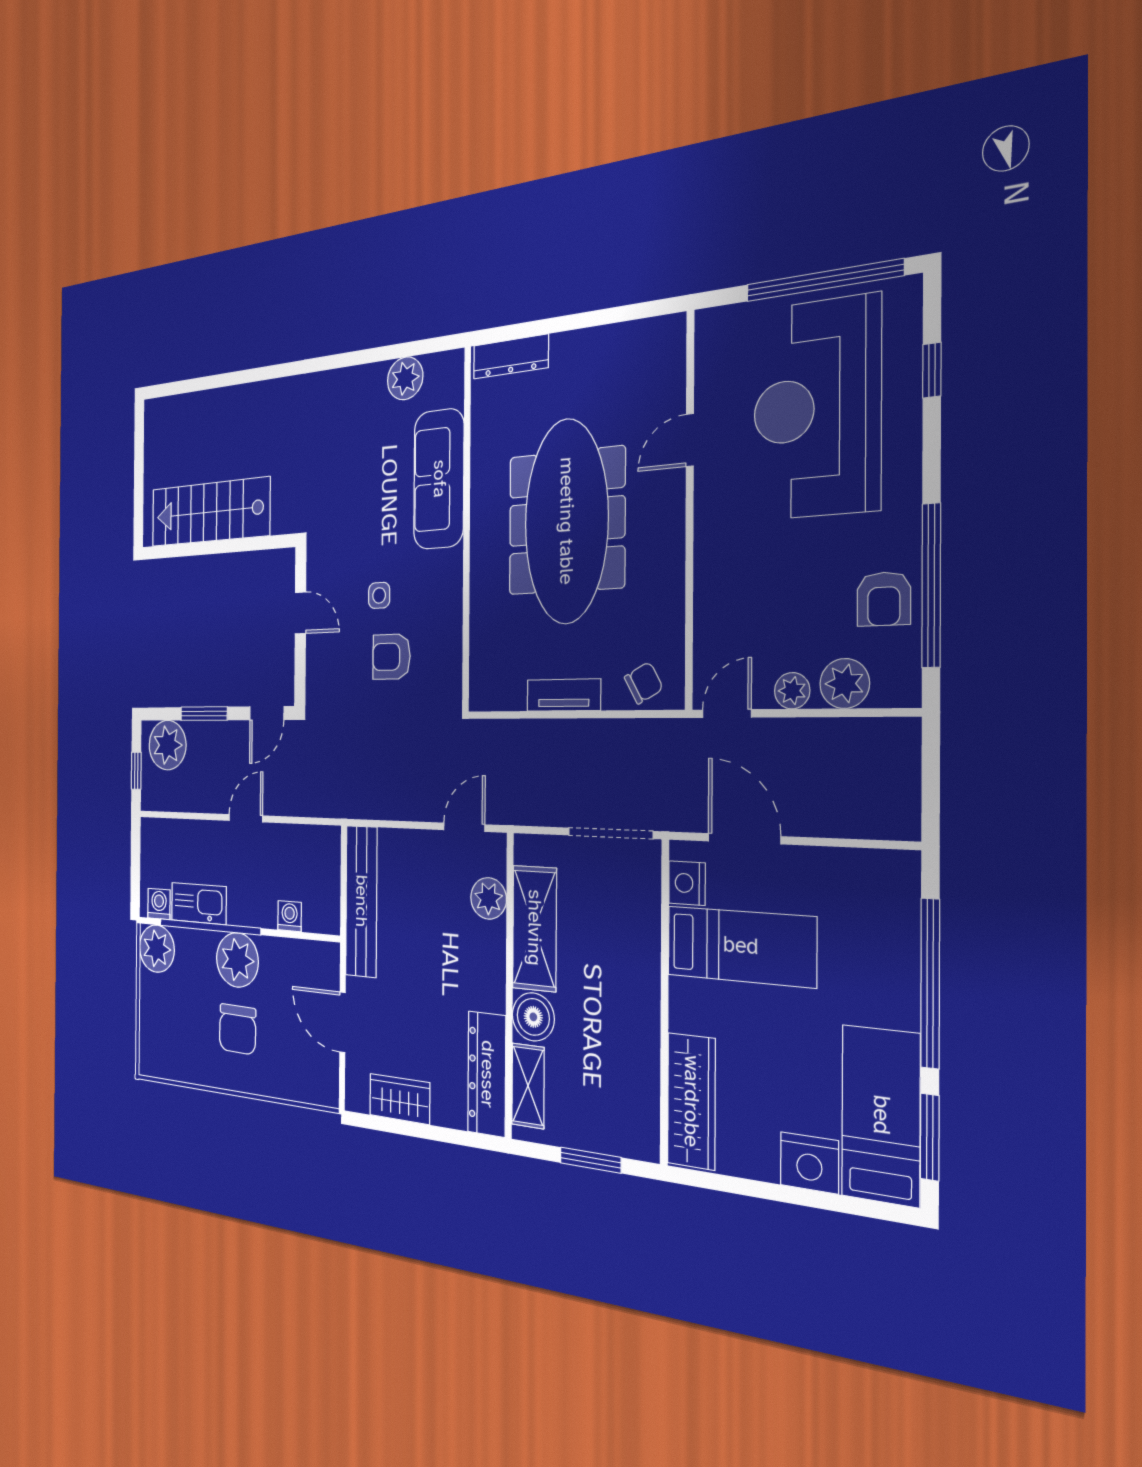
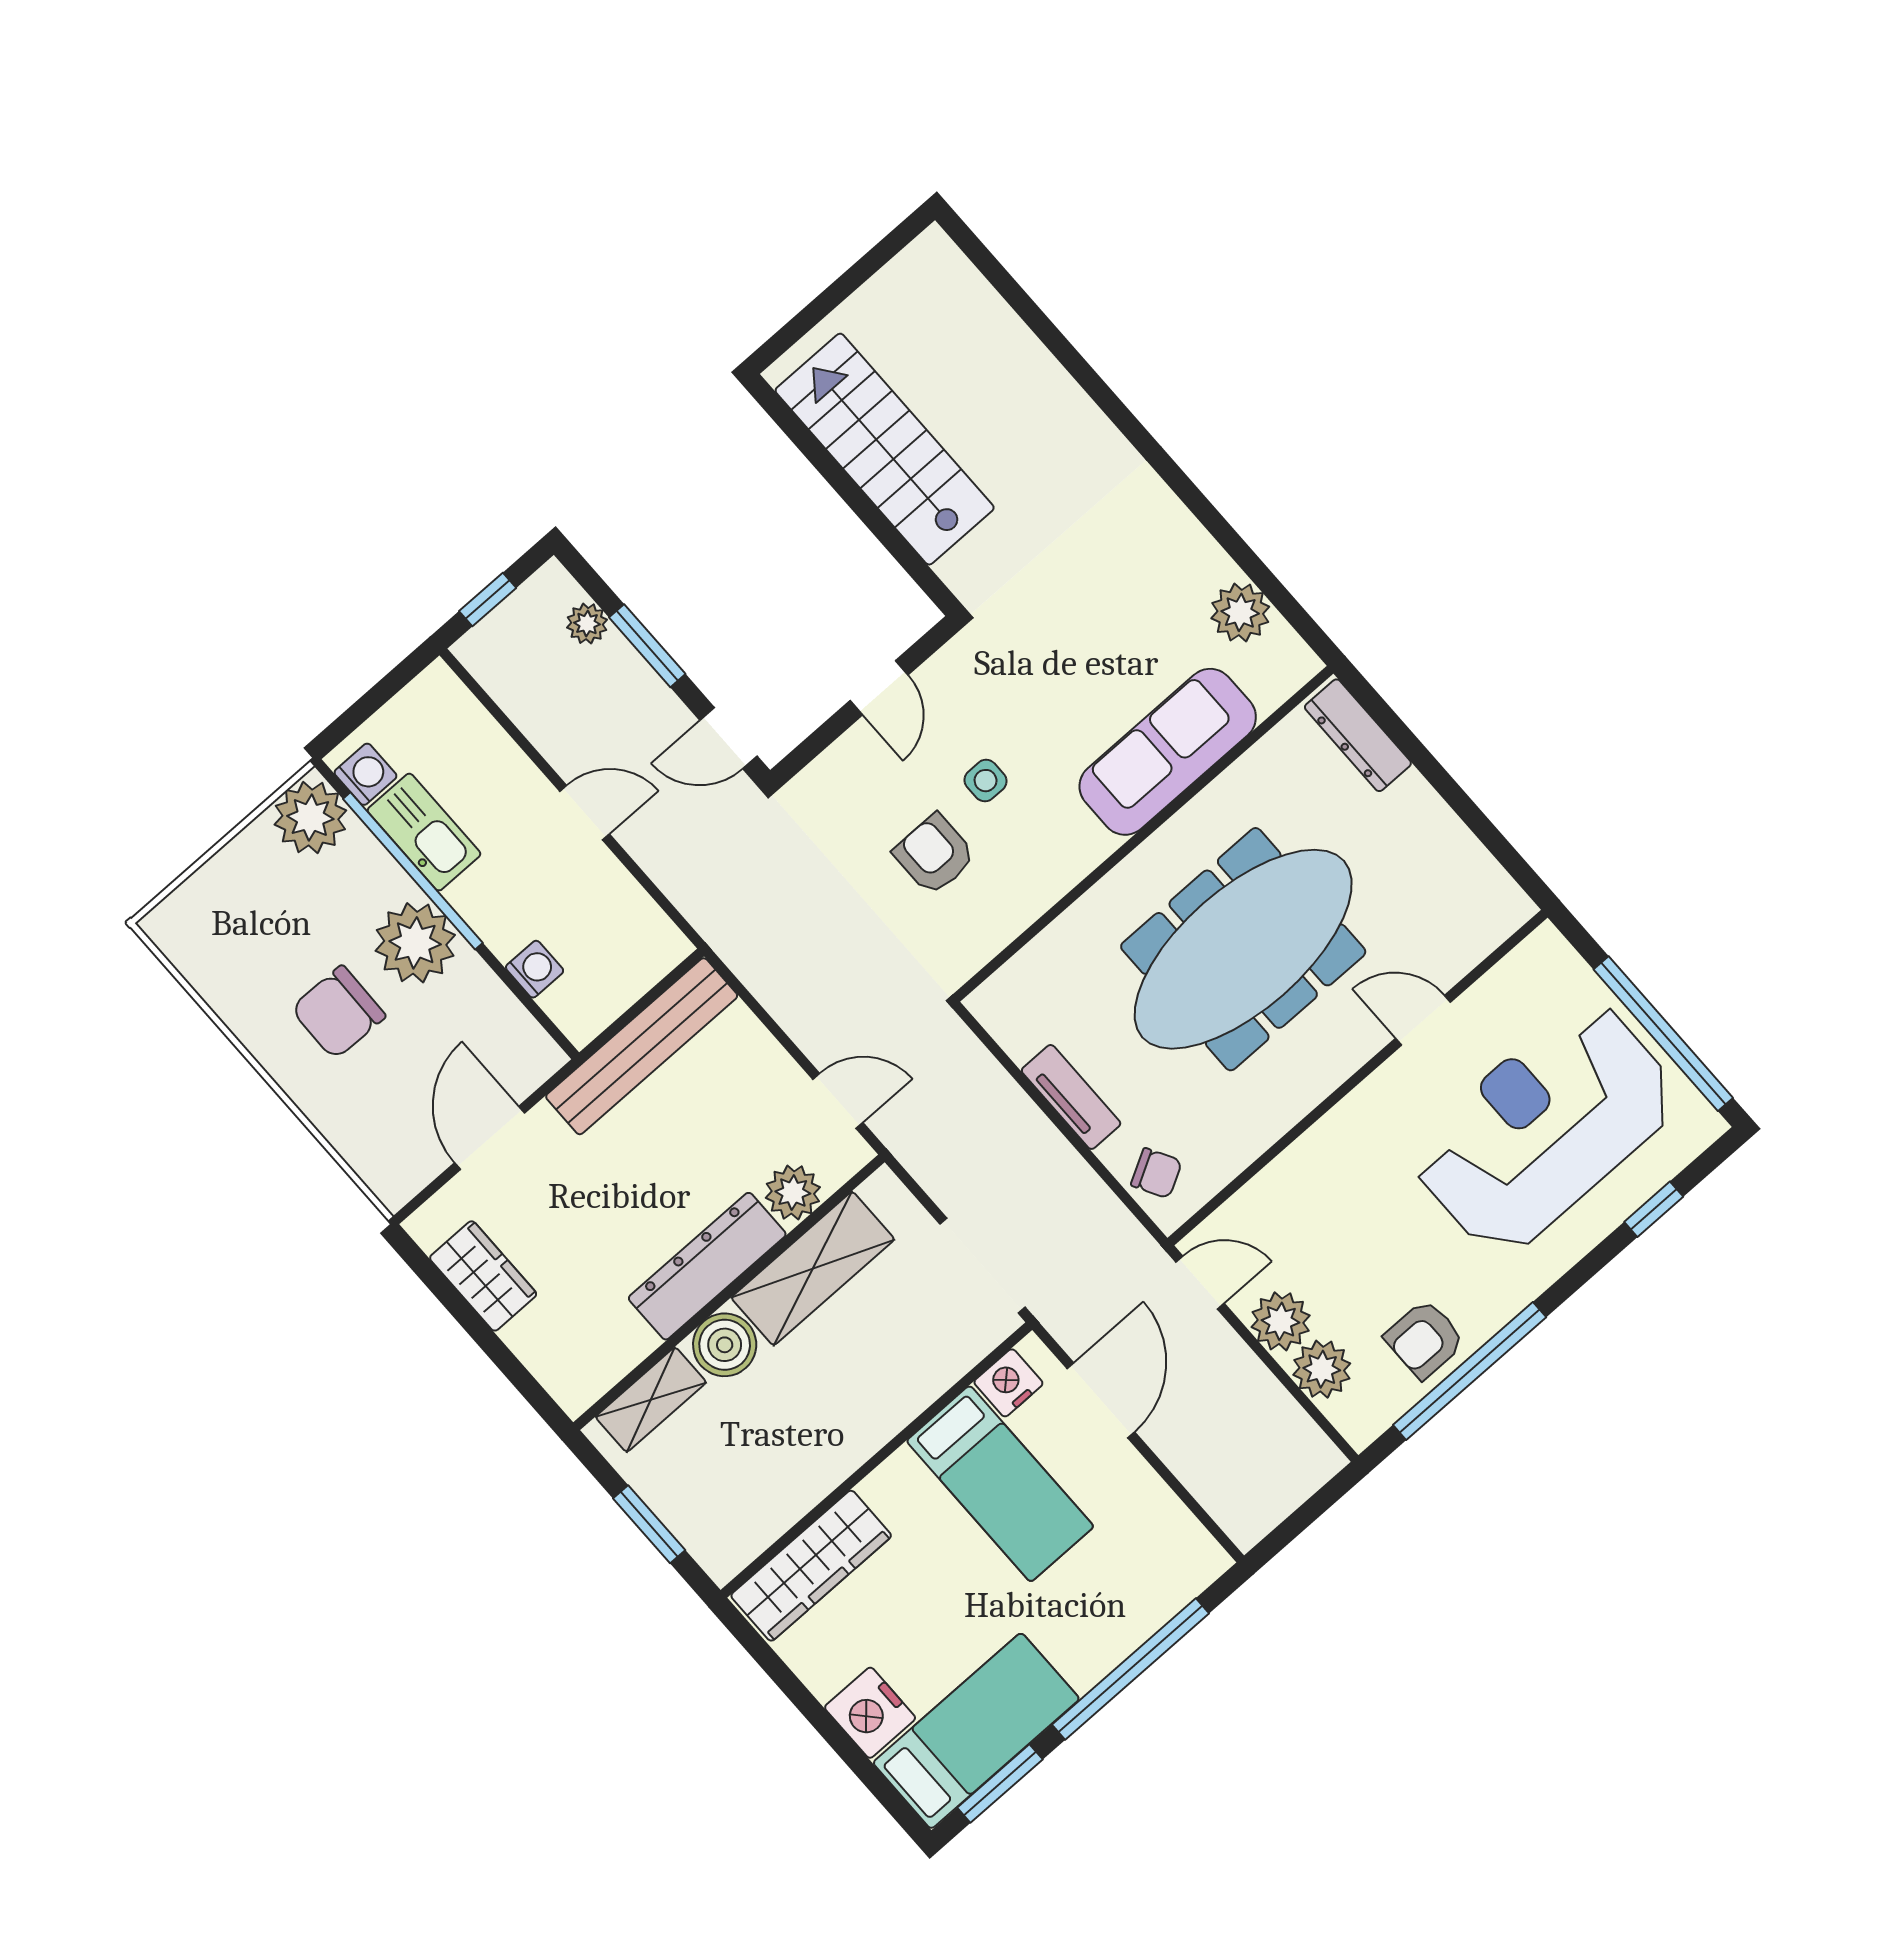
plant: (792, 691) -> (1281, 1321), width x1.38, depth x1.38
plant: (168, 745) -> (587, 624), width x0.53, depth x0.53
dresser: (487, 1074) -> (707, 1266), moved

